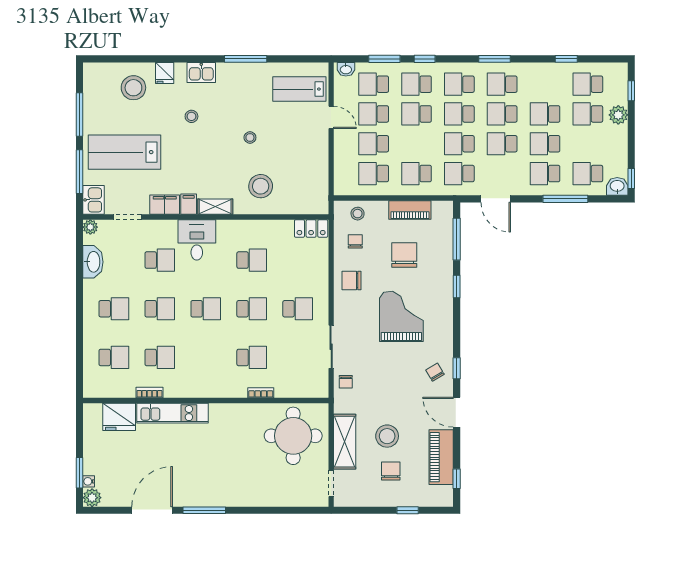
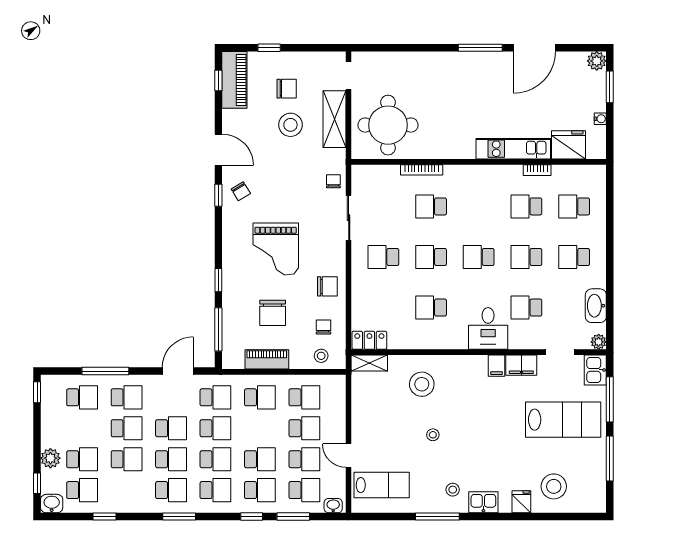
stool: (191, 116) -> (453, 490), moved
washbasin: (617, 186) -> (52, 504), moved, turned 180
door: (496, 199) -> (178, 371), hinge flipped
shelving: (215, 207) -> (369, 363), moved
chair: (355, 241) -> (324, 327), turned 180
bookcase: (261, 393) -> (422, 170), width x1.56
piano: (441, 457) -> (234, 80), moved
chair: (391, 471) -> (287, 89), turned -90
water cooler: (89, 481) -> (600, 119), moved

